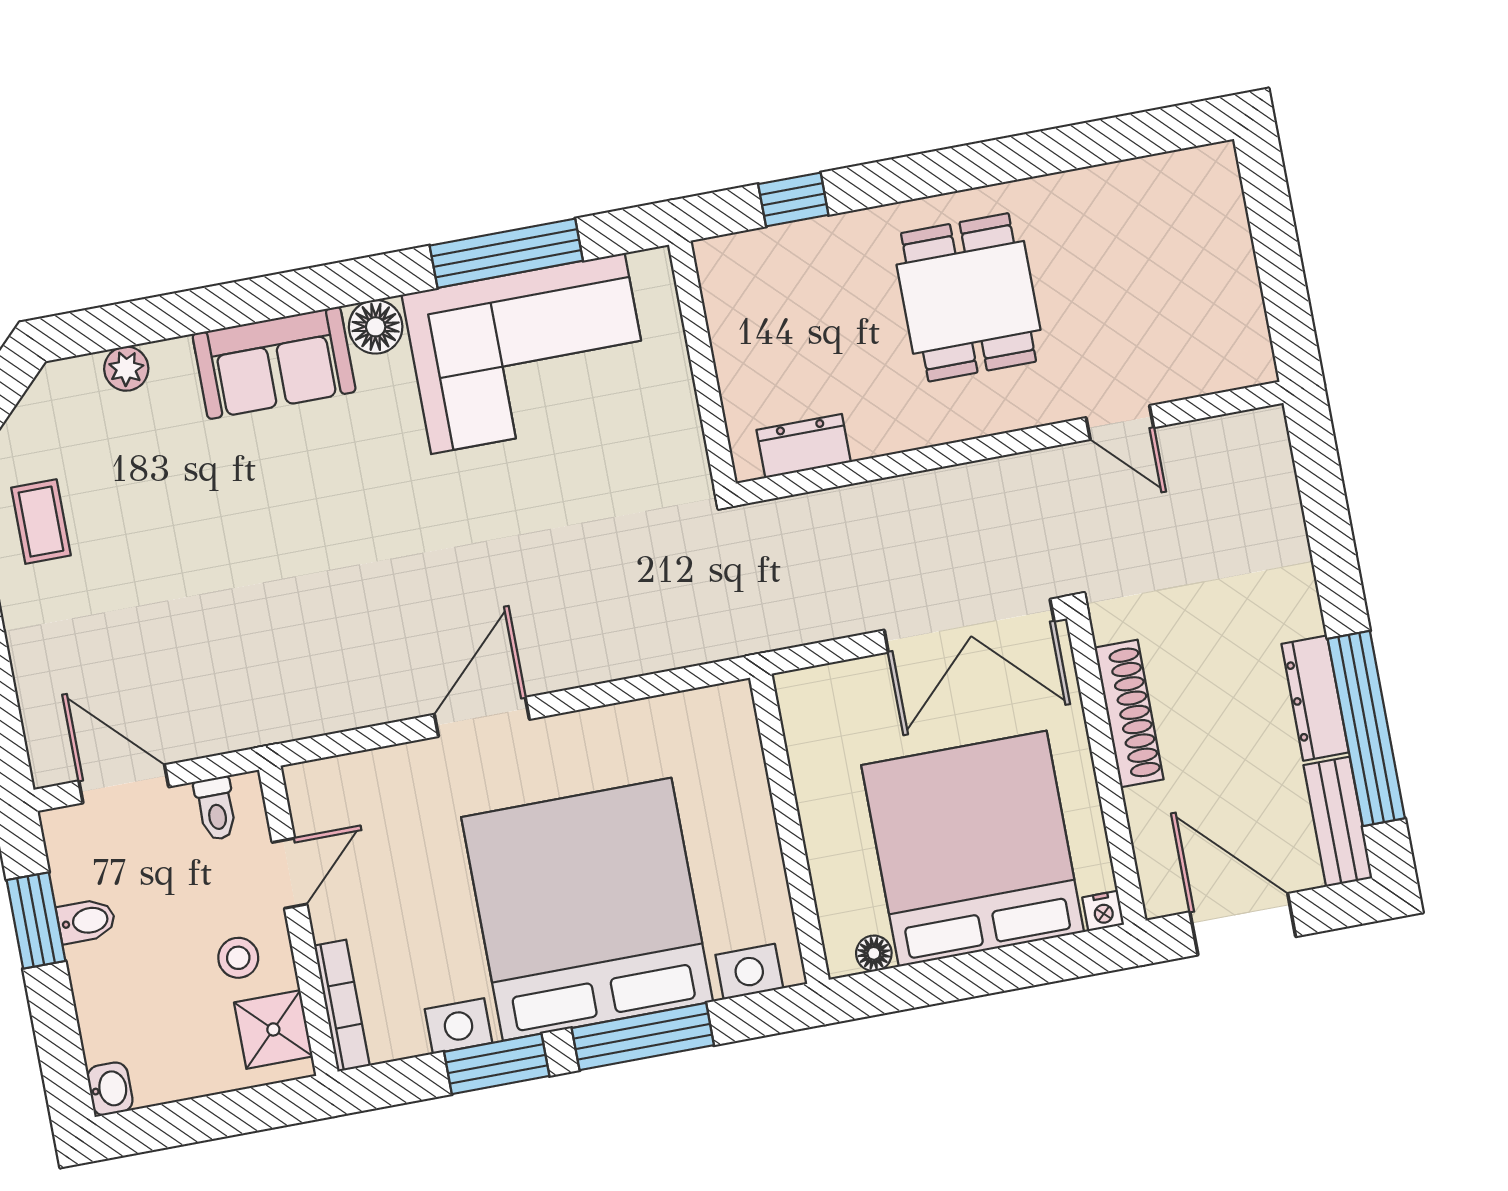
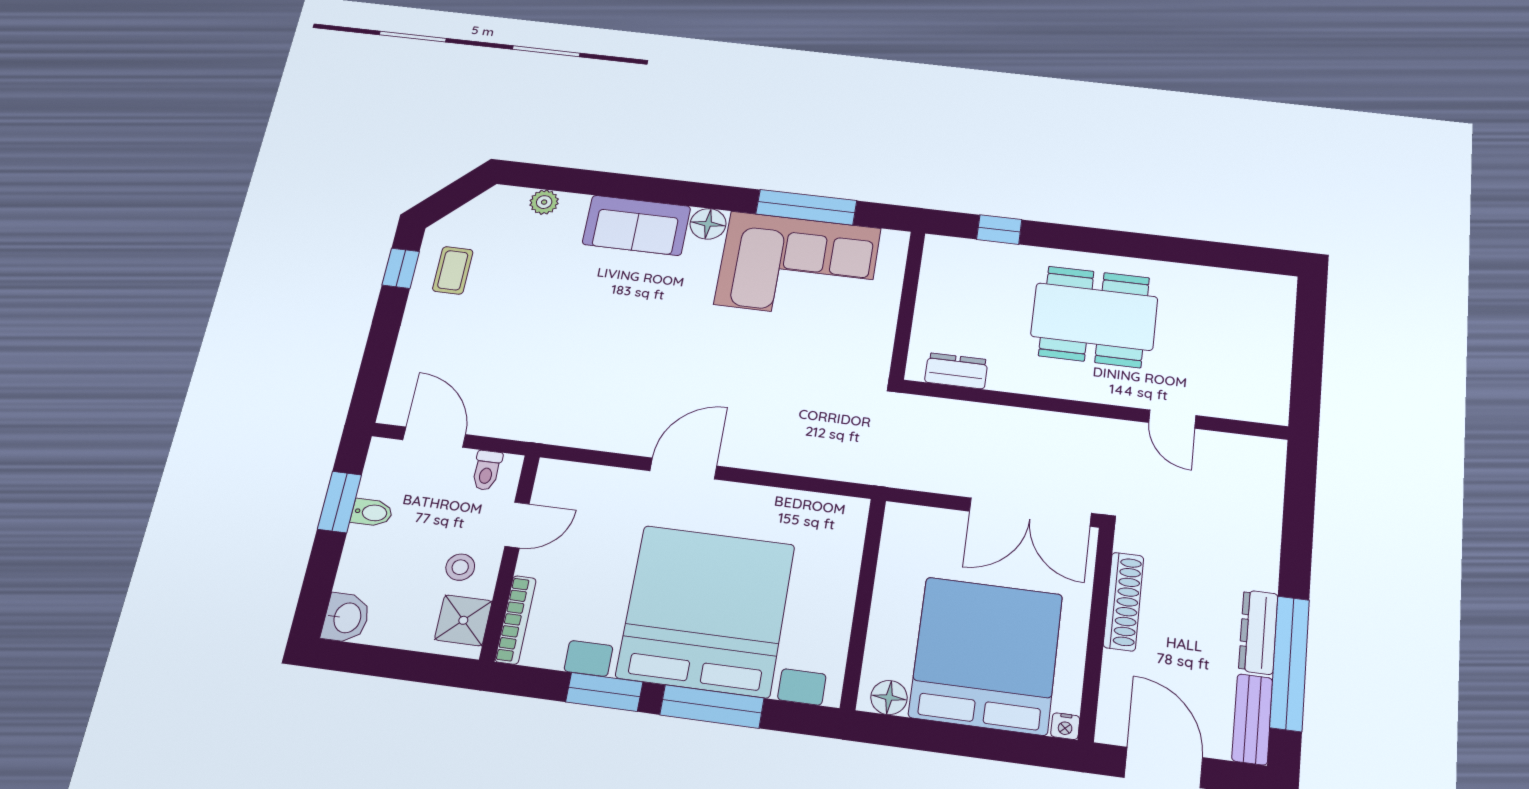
dining table: (968, 297) -> (1094, 317), width x1.38
floor lamp: (874, 953) -> (889, 697), width x1.37, depth x1.37
washbasin: (110, 1089) -> (346, 618), width x1.38, depth x1.45

